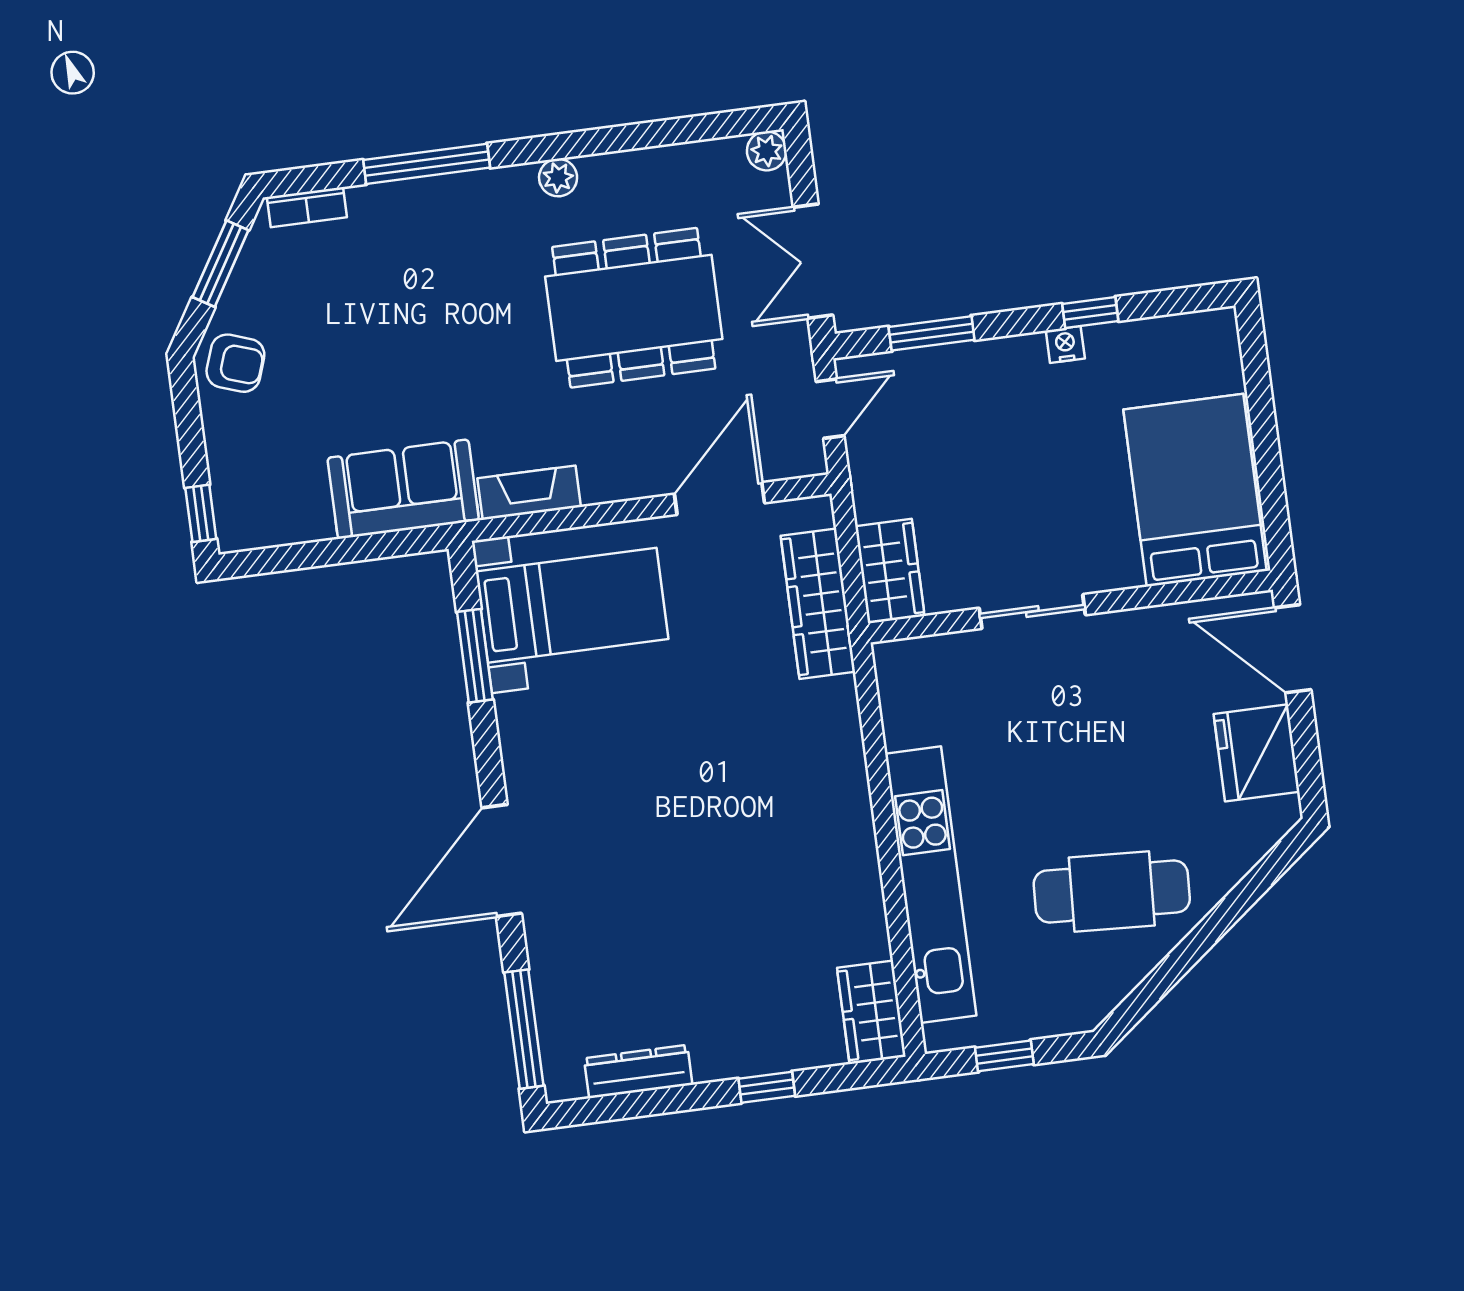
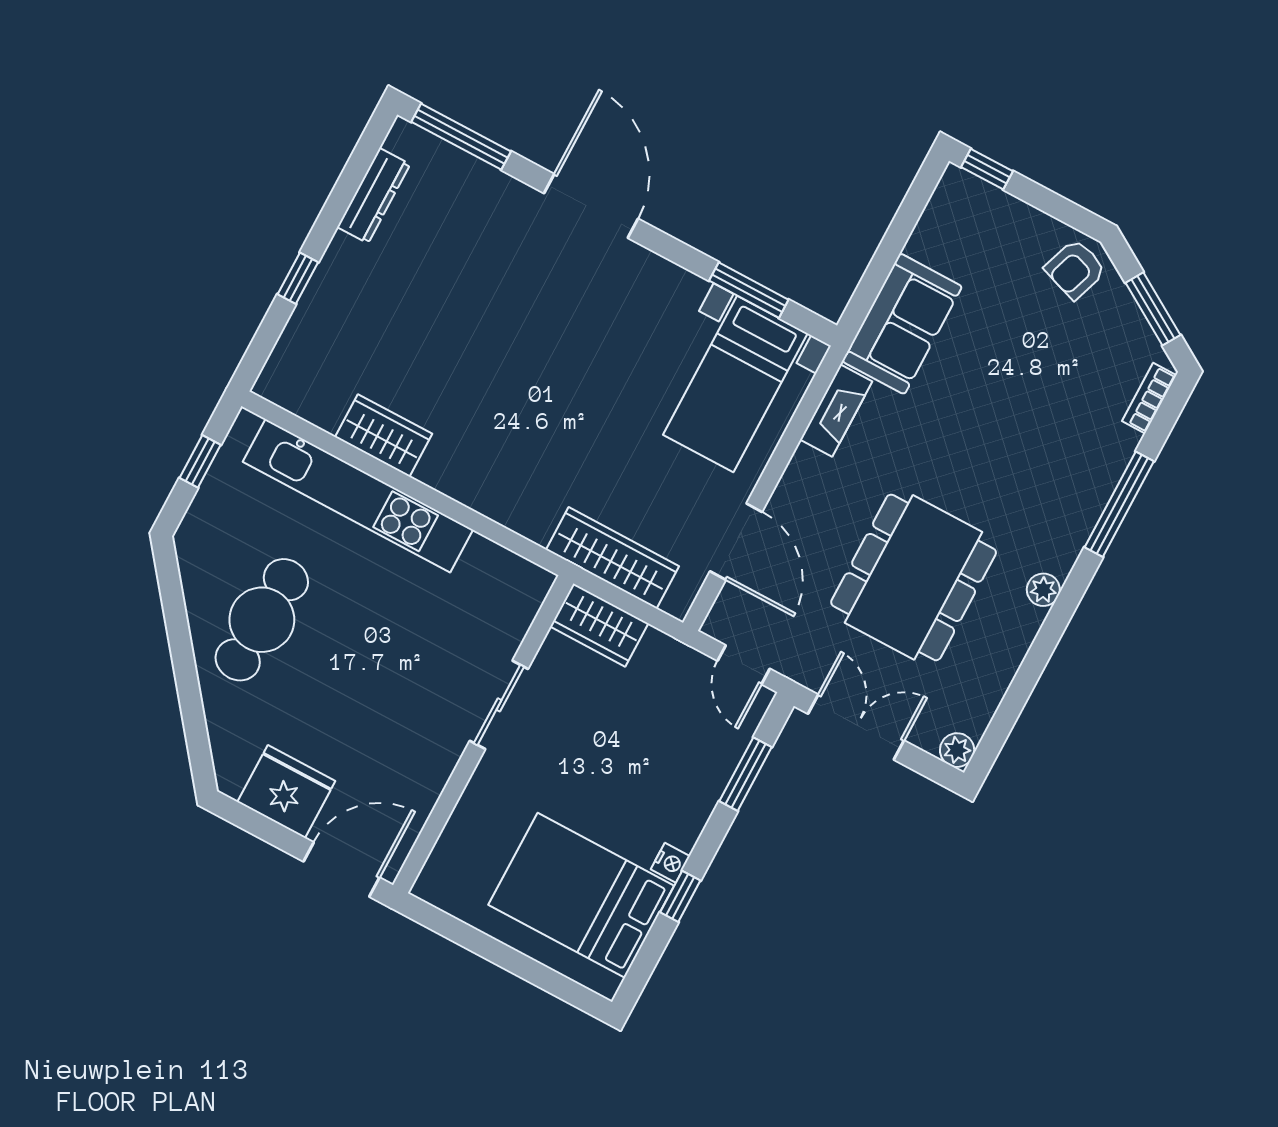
bed: (1195, 490) -> (581, 895), moved, turned 180
wardrobe: (871, 1012) -> (384, 435), moved

